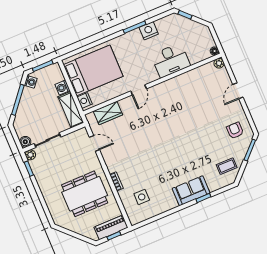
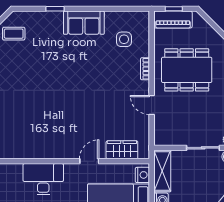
desk: (171, 60) -> (43, 179), moved
door: (139, 90) -> (89, 161), moved
door: (94, 143) -> (152, 105), moved
sofa: (191, 191) -> (84, 23), moved

